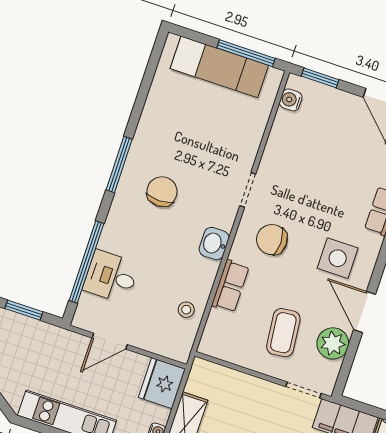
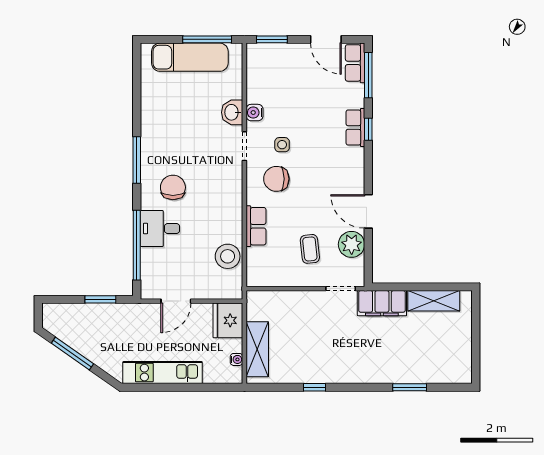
water cooler: (291, 100) -> (255, 113), moved
chair: (162, 192) -> (173, 187), moved
washbasin: (214, 244) -> (232, 112), moved
side table: (338, 258) -> (282, 145), moved, width x0.54, depth x0.54
desk: (111, 277) -> (160, 229), moved
stool: (186, 310) -> (228, 256), width x1.89, depth x1.89
coffee table: (283, 333) -> (310, 249), width x0.73, depth x0.77

